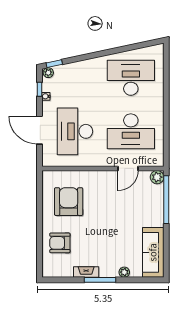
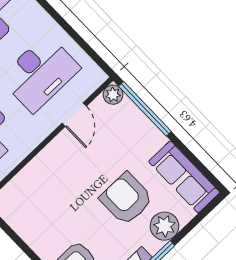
armchair: (69, 202) -> (126, 199), moved
plant: (124, 272) -> (164, 226), width x1.87, depth x1.87

